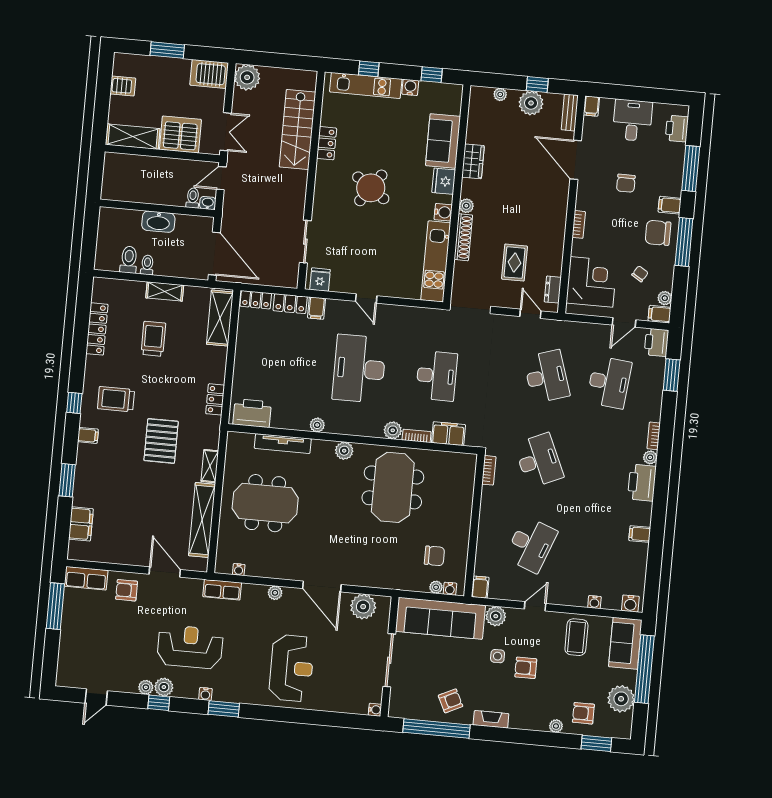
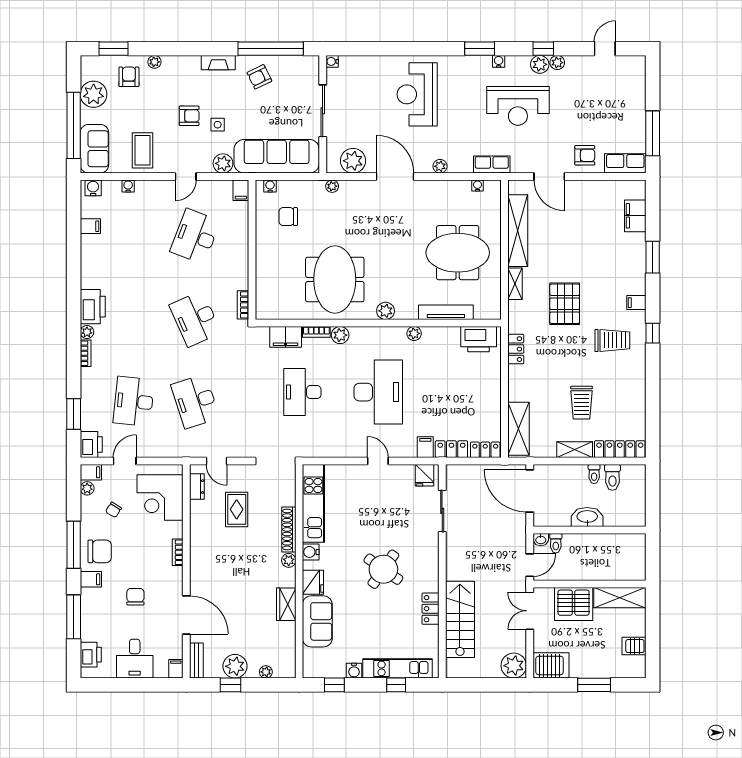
locker: (97, 329) -> (620, 449), moved, turned 90
filing cabinet: (640, 534) -> (90, 226), moved
plant: (436, 587) -> (332, 186), moved
armchair: (583, 713) -> (129, 77), turned -90

